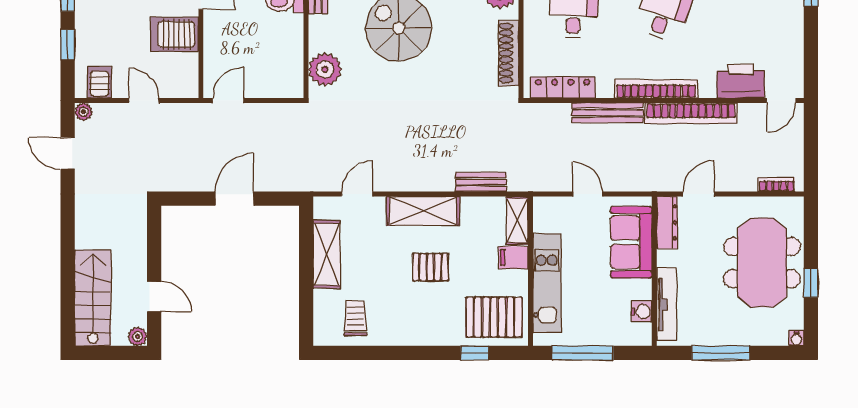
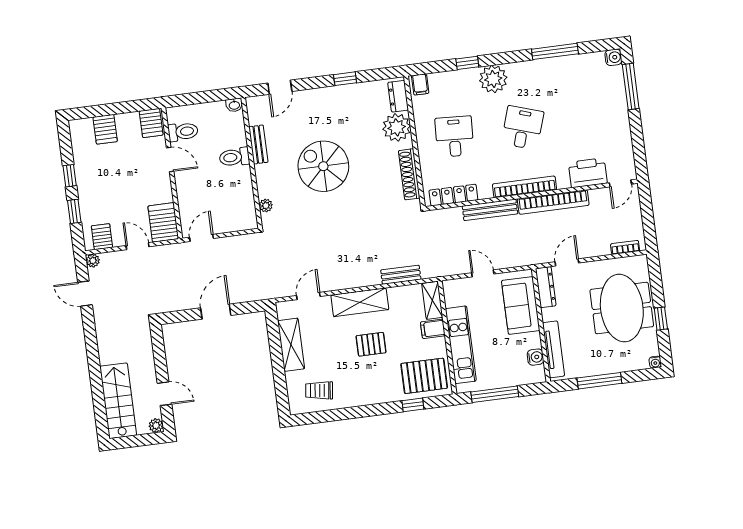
server rack: (174, 34) -> (163, 222), moved, turned 90
plant: (325, 69) -> (266, 206), width x0.53, depth x0.53
trolley: (355, 318) -> (319, 390), turned -83

